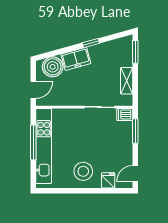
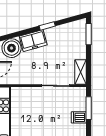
shelving: (127, 81) -> (81, 72), moved
dishwasher: (125, 115) -> (79, 117), moved

